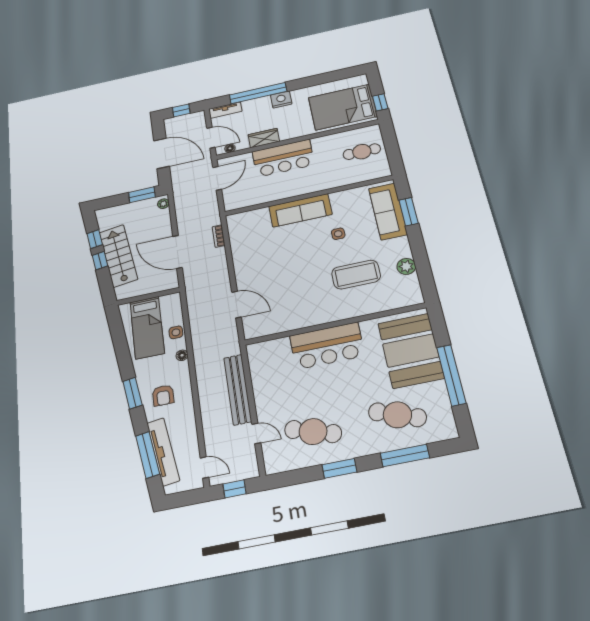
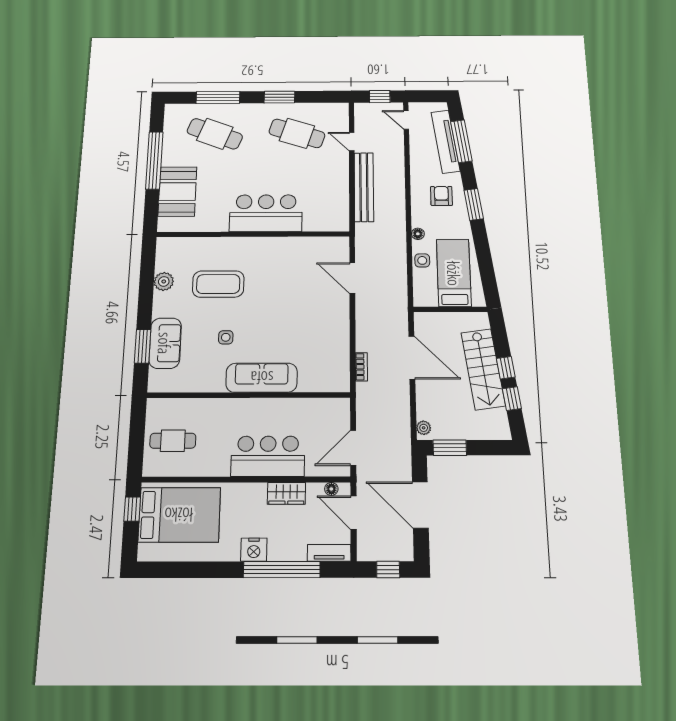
sofa: (388, 211) -> (165, 343), width x0.73
booth: (411, 351) -> (177, 192), width x0.73, depth x0.70

